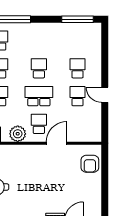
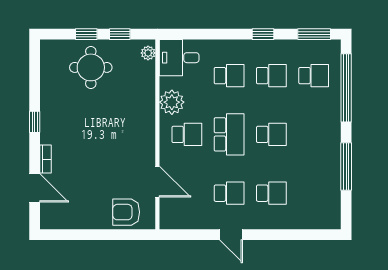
window: (77, 19) -> (346, 167), moved
door: (105, 95) -> (231, 235), swing flipped
door: (57, 143) -> (157, 182), moved

